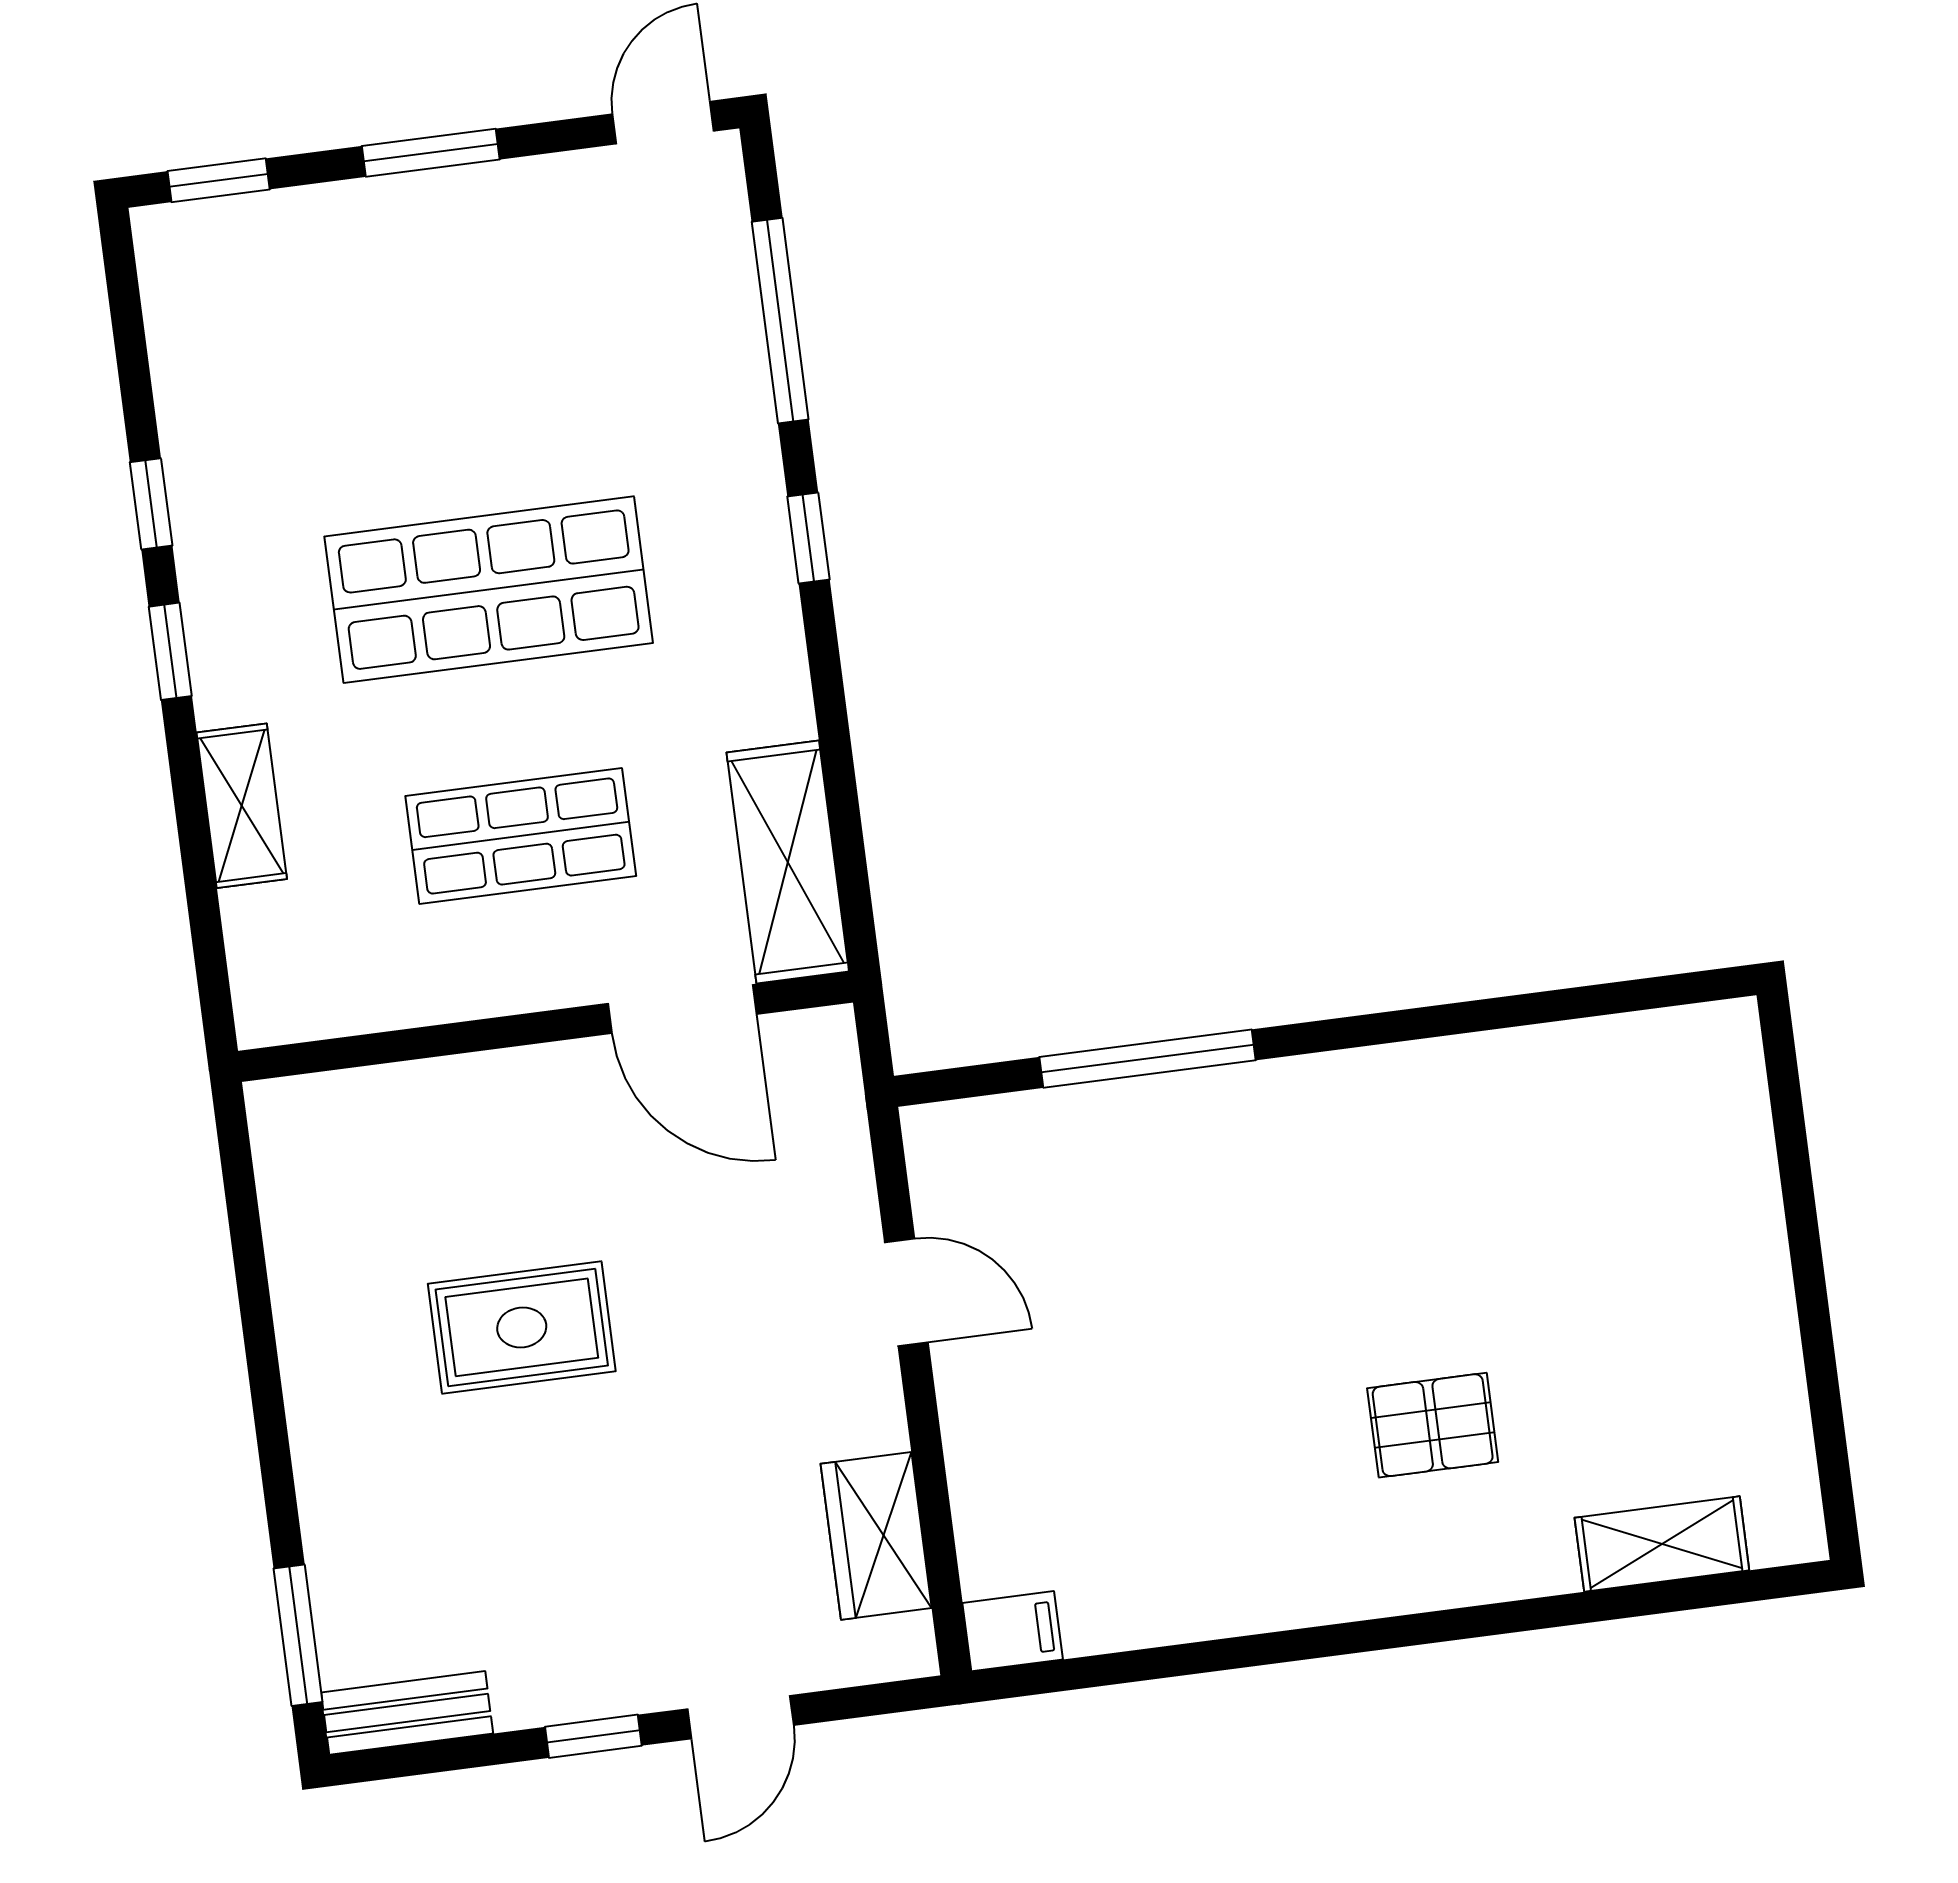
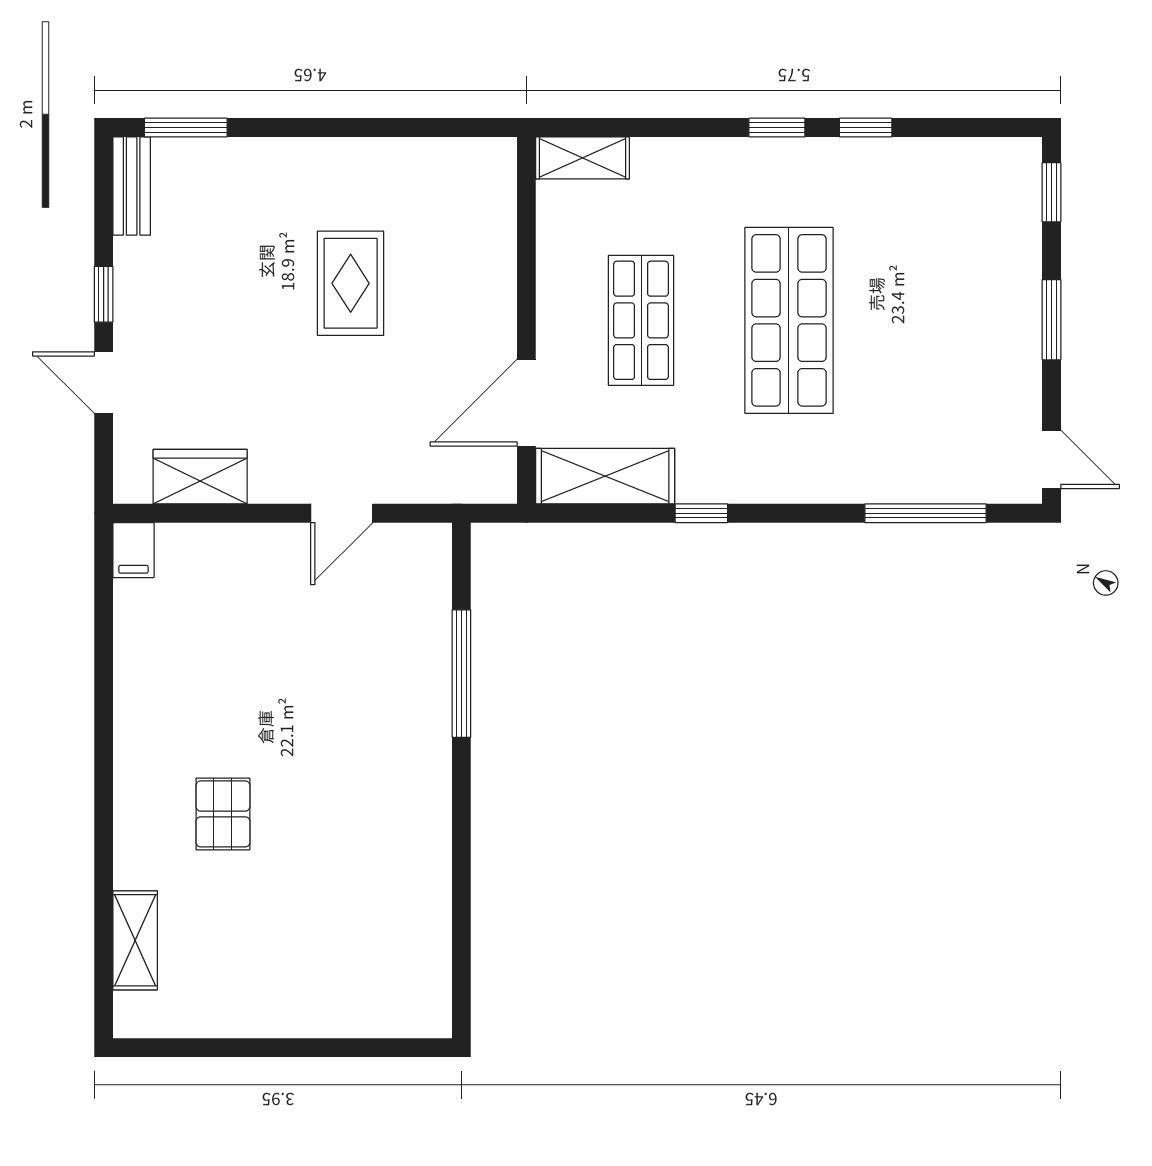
window: (808, 538) -> (701, 513), moved
shelving: (242, 806) -> (583, 158), moved

